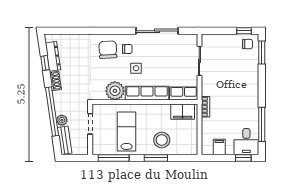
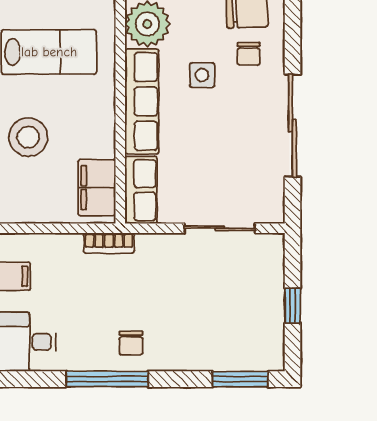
window: (244, 31) -> (293, 306), moved
chair: (247, 44) -> (131, 343), moved
window: (262, 124) -> (107, 379), moved

